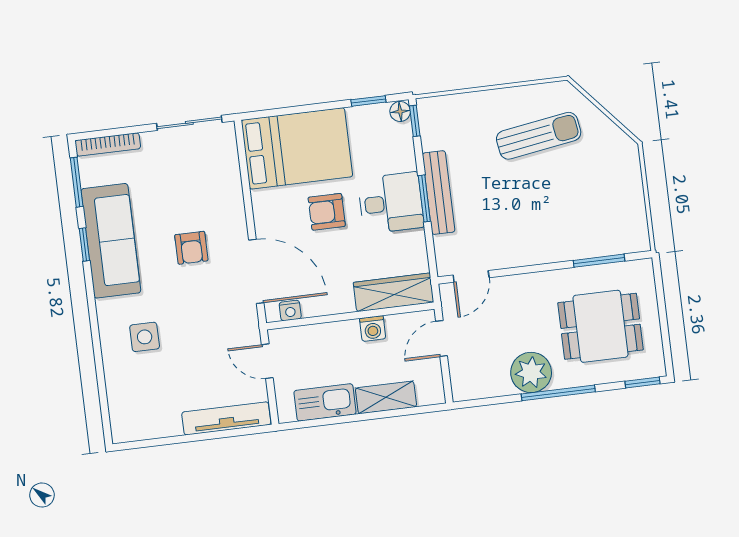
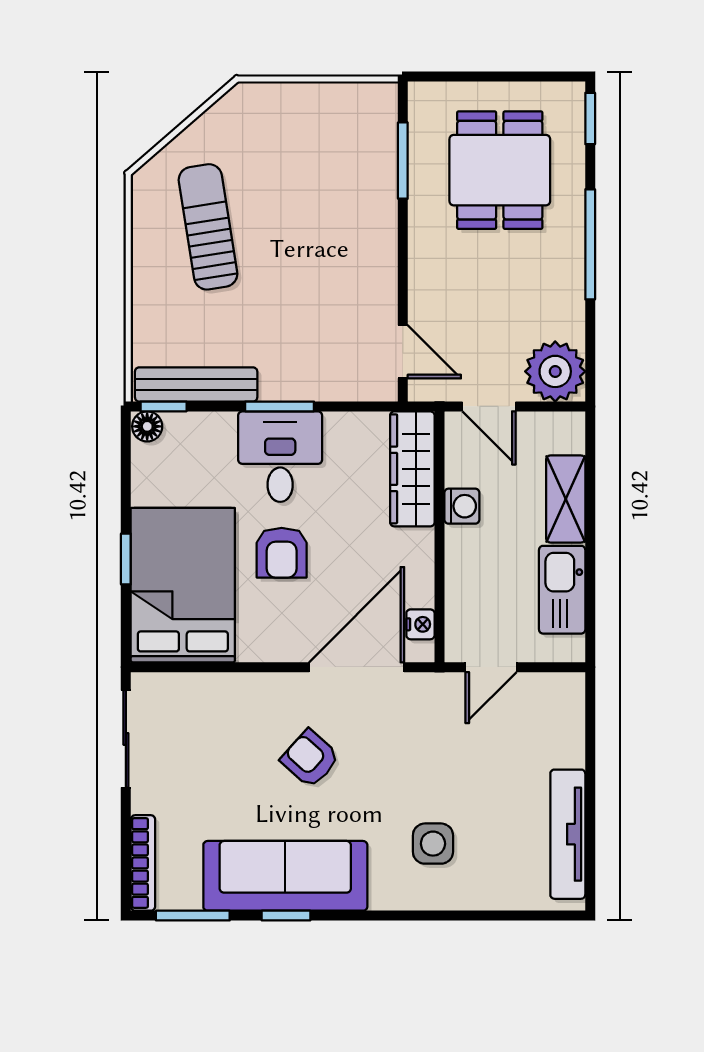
window: (368, 101) -> (126, 559), moved
bench: (439, 193) -> (196, 384), moved
armchair: (191, 248) -> (310, 759), turned -138
plant: (531, 372) -> (555, 371), moved
tv unit: (226, 418) -> (568, 834), moved

